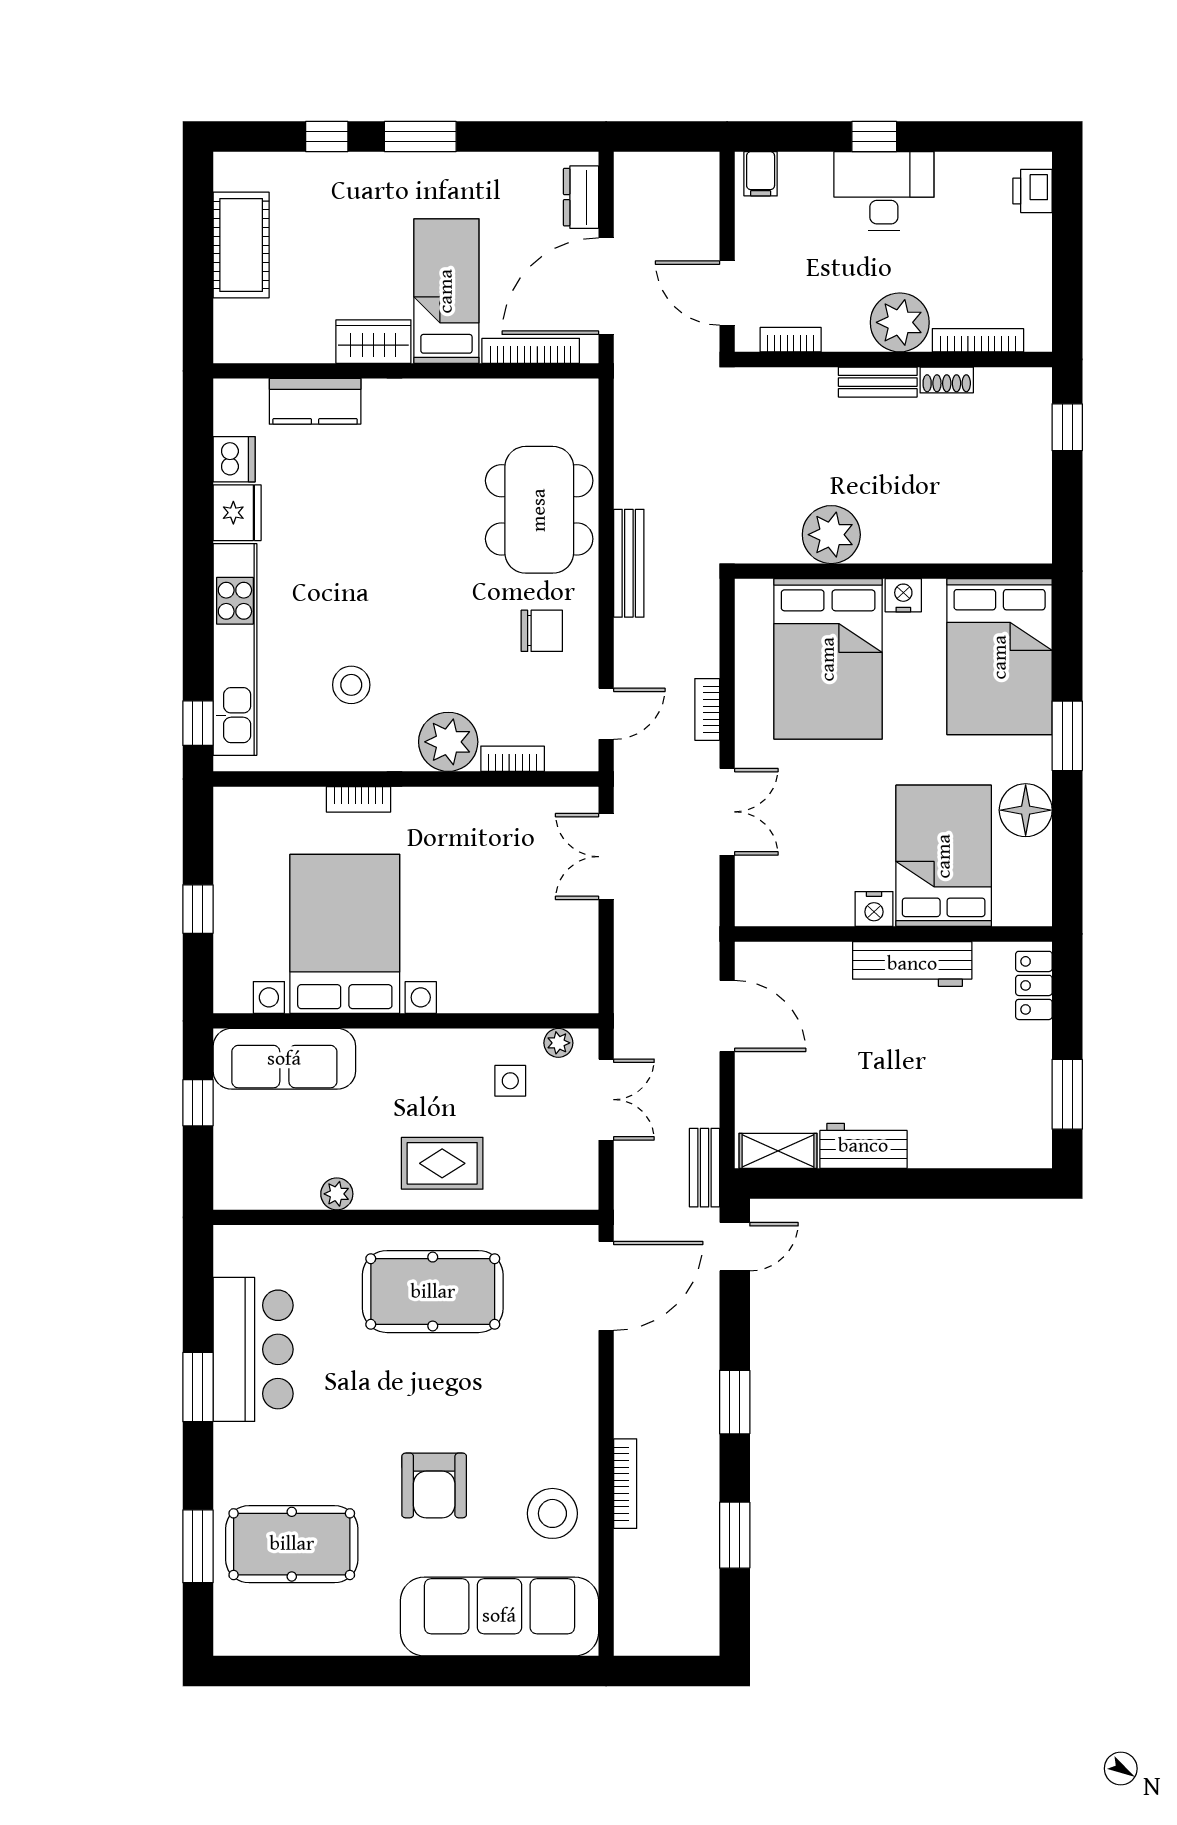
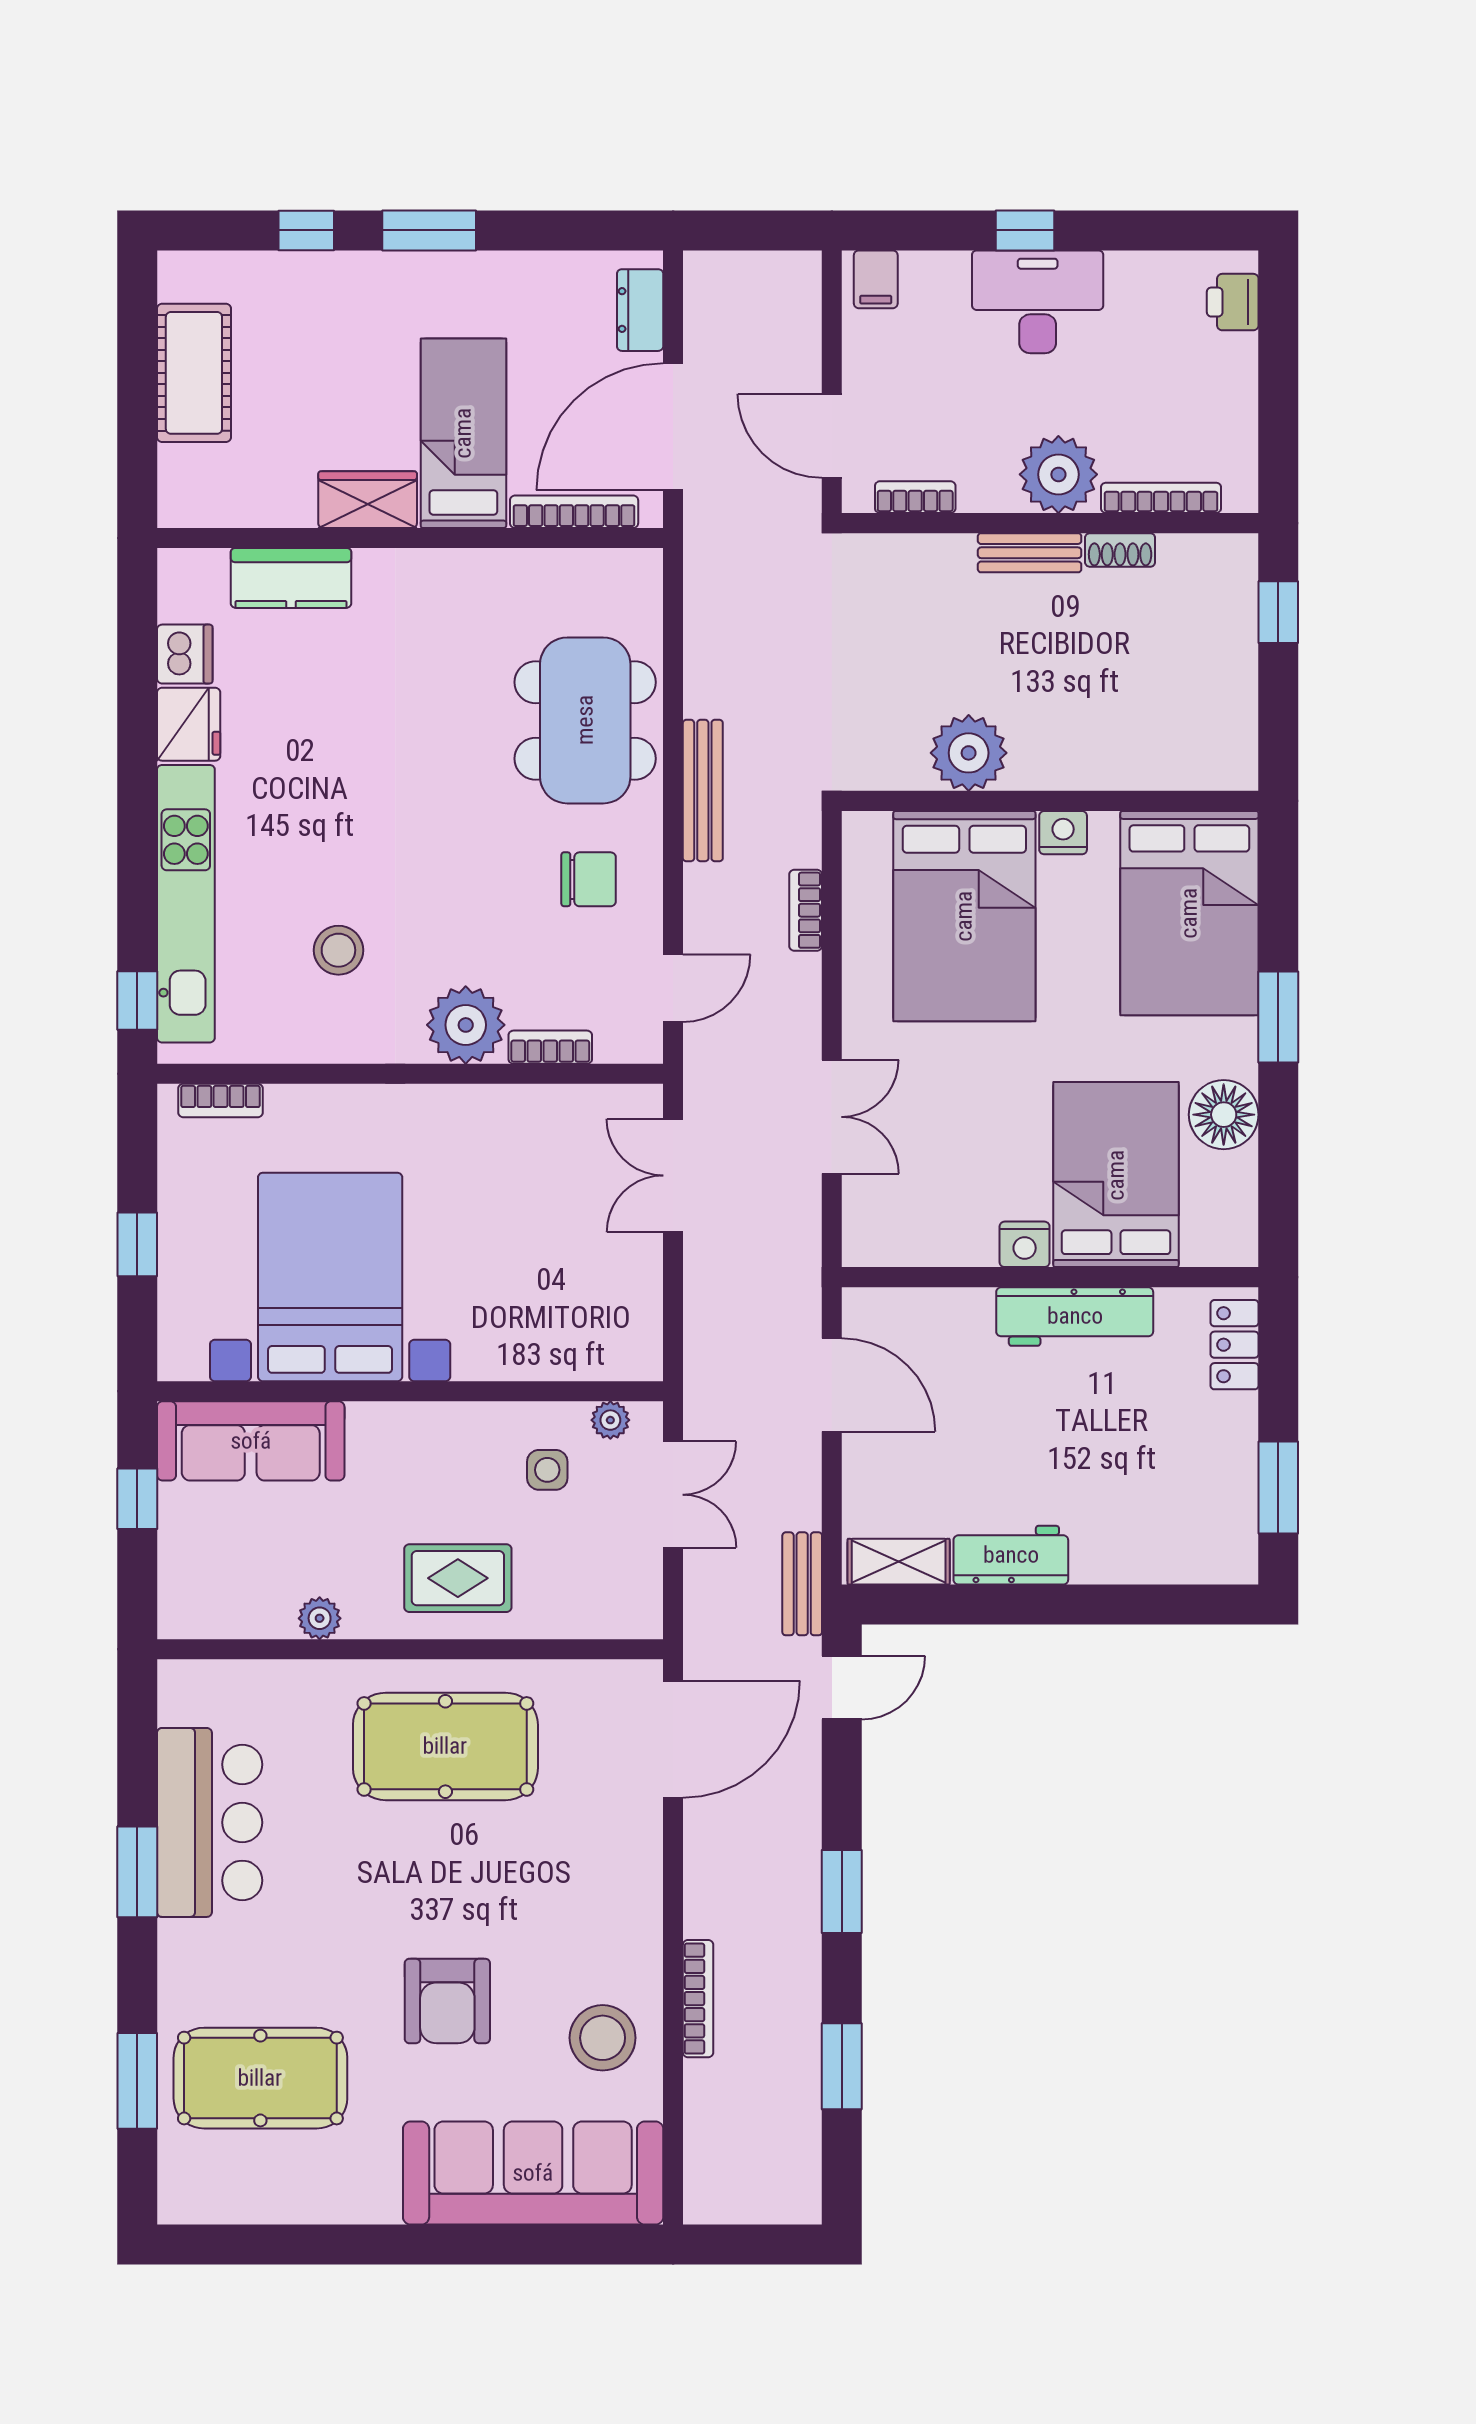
bookcase: (707, 709) -> (806, 910), moved
bookcase: (358, 799) -> (220, 1101), moved

